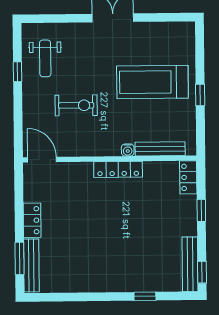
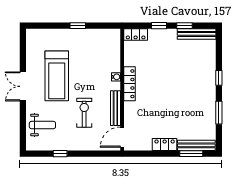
weight bench: (45, 58) -> (42, 125), moved
treadmill: (152, 82) -> (57, 76), moved
bench: (160, 149) -> (115, 108), moved
window: (202, 272) -> (185, 26), moved
window: (145, 296) -> (219, 78), moved
window: (78, 297) -> (219, 113), added

